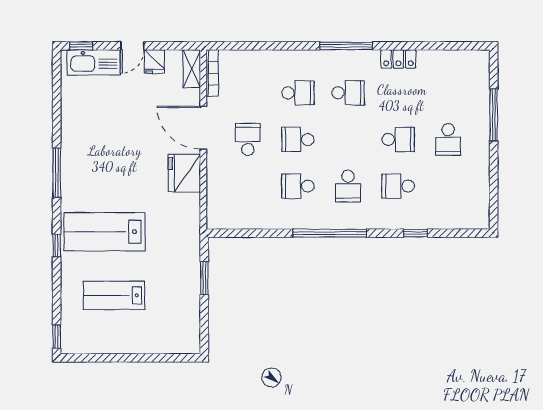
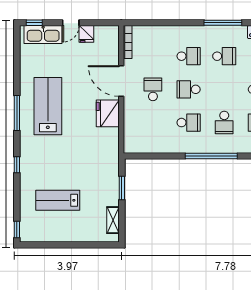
shelving: (192, 69) -> (113, 220), moved
school desk: (298, 186) -> (189, 123), turned 180
lab bench: (105, 232) -> (48, 106), moved, turned 90

